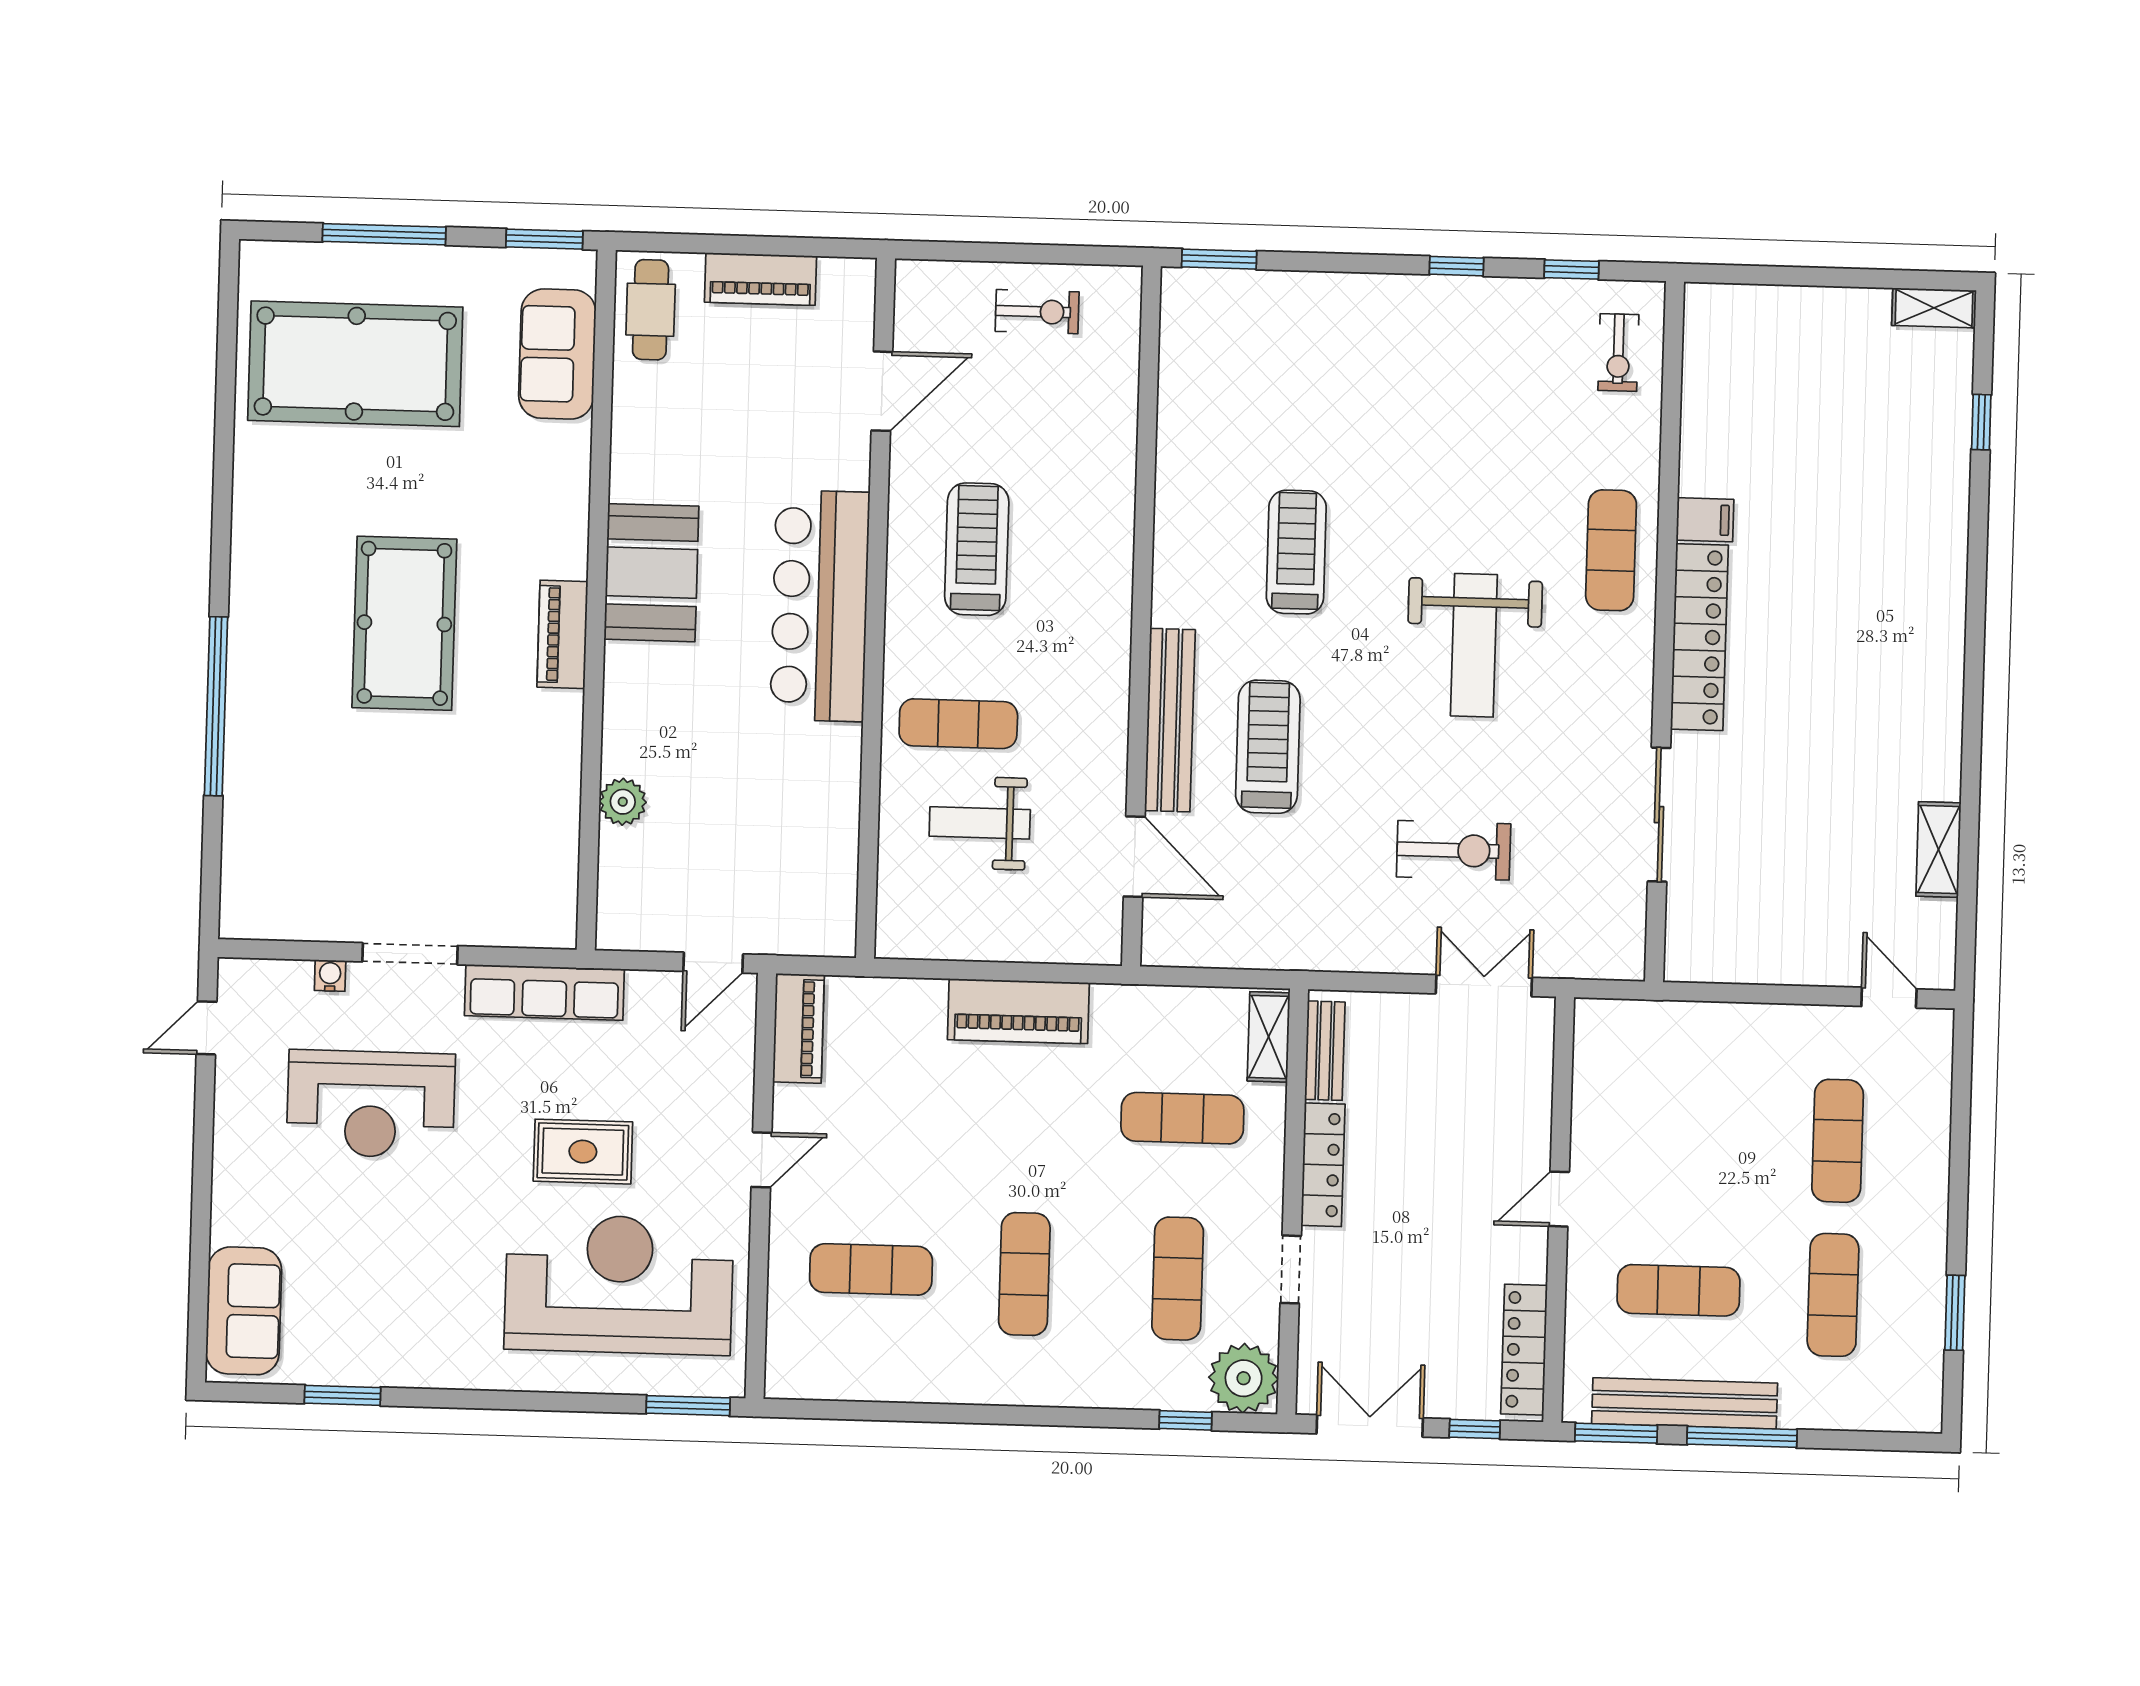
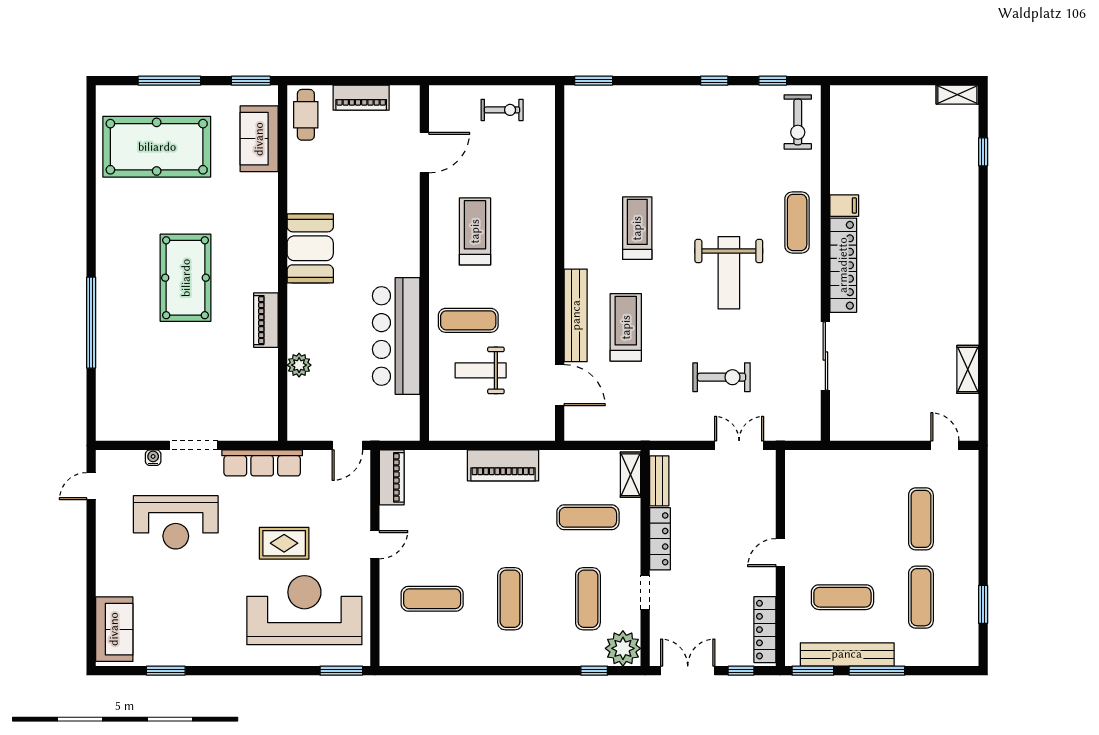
exercise bike: (1618, 352) -> (798, 122), width x1.38, depth x1.39
bar counter: (820, 606) -> (396, 336), moved
piano: (562, 634) -> (266, 320), moved

